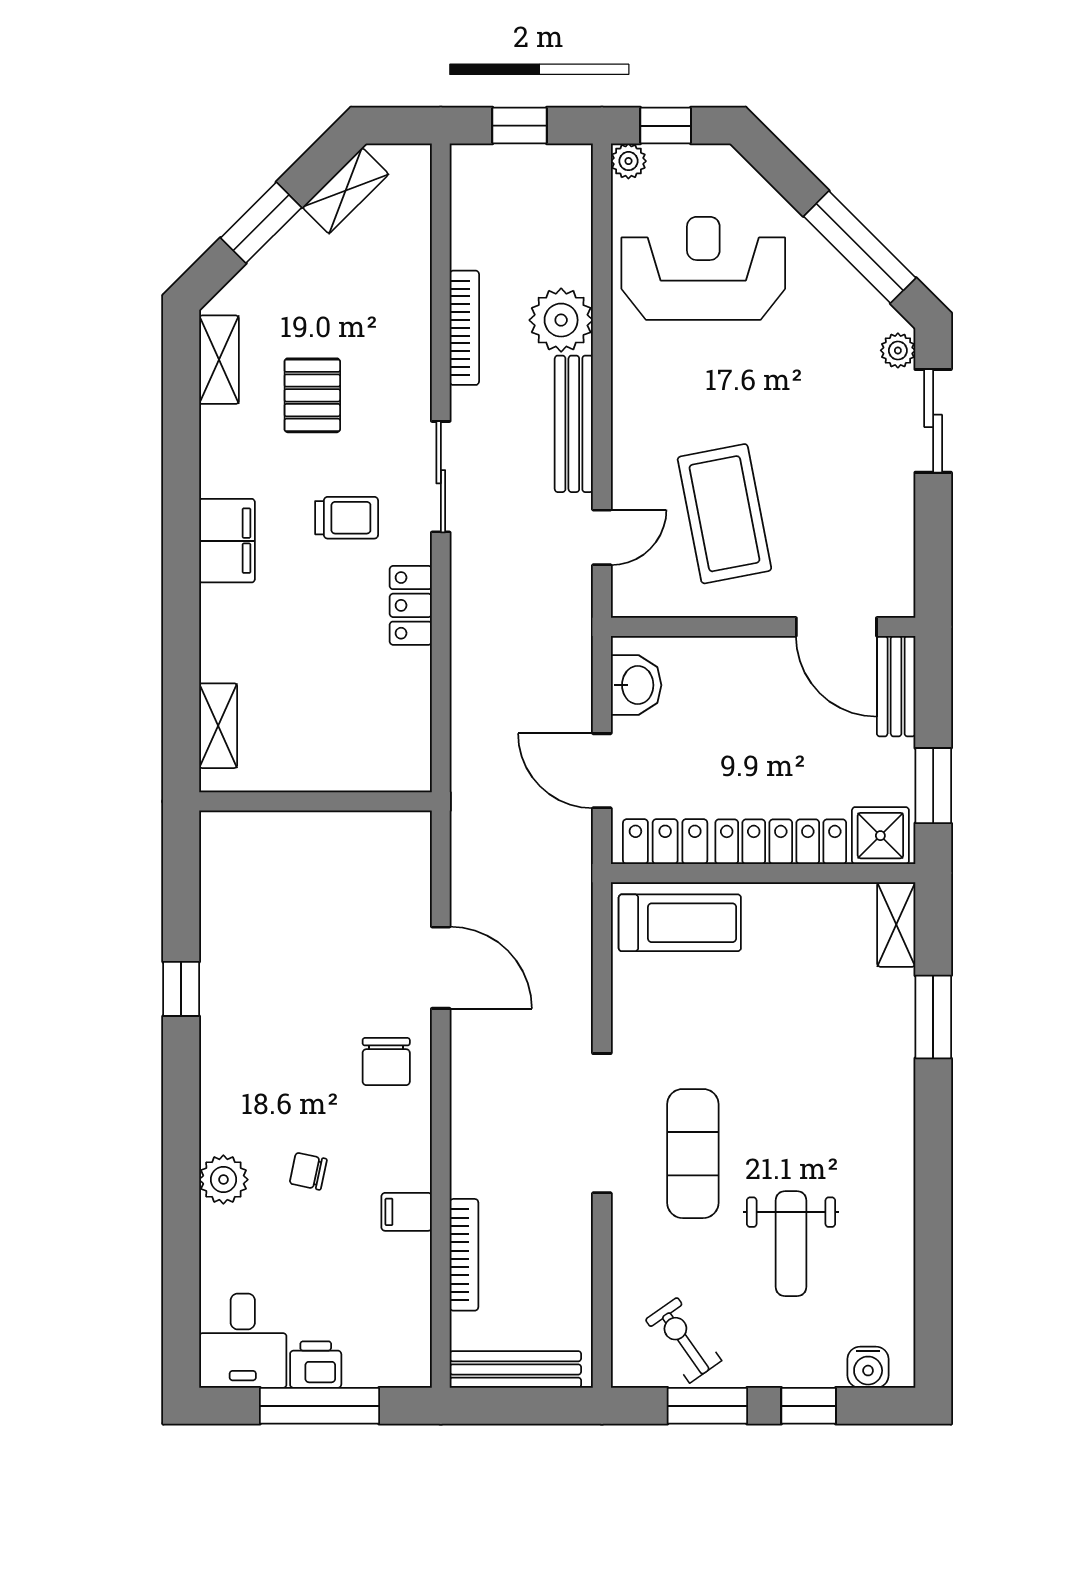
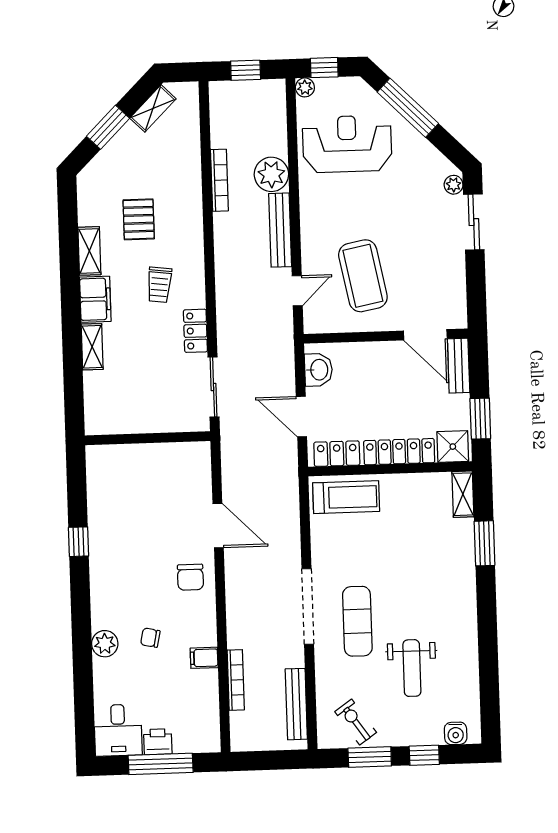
window: (860, 247) -> (408, 108), moved
shelving: (219, 360) -> (89, 251), moved
sliding door: (441, 477) -> (214, 387), moved
trolley: (347, 518) -> (159, 285), turned 97
shelving: (218, 726) -> (92, 347), moved
bench: (515, 1369) -> (296, 704), moved, turned 90

